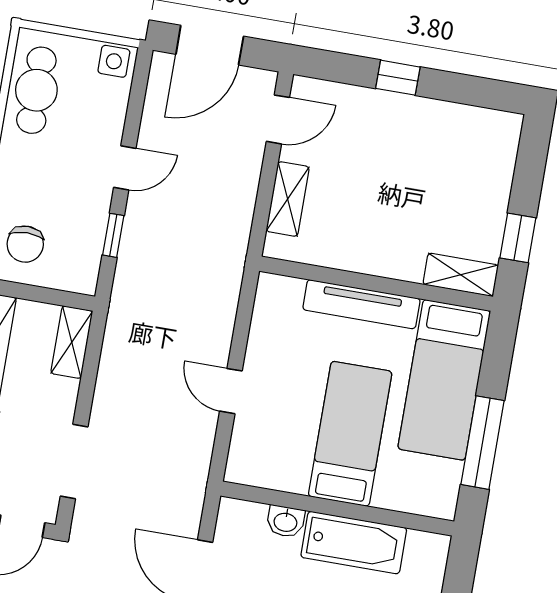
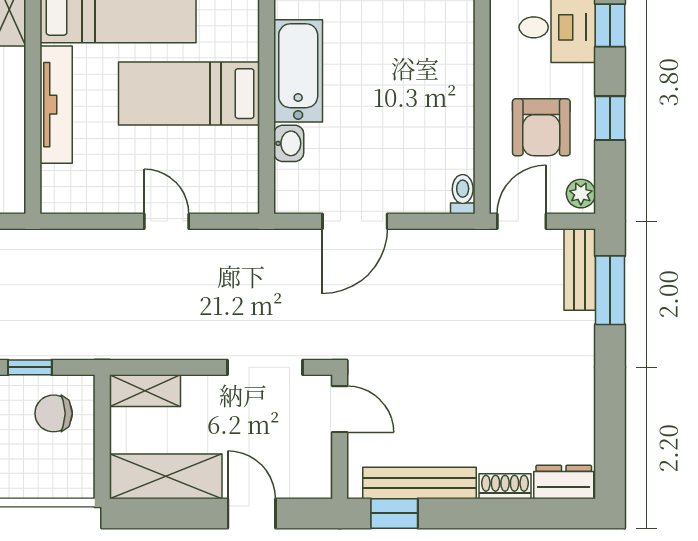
chair: (25, 244) -> (54, 413), moved, turned 180
door: (231, 391) -> (167, 221), swing flipped

